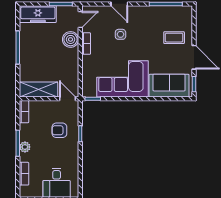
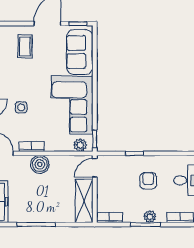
boiler: (71, 39) -> (40, 164), moved
plant: (88, 86) -> (80, 145), added
armchair: (59, 130) -> (148, 181), moved, turned 180

